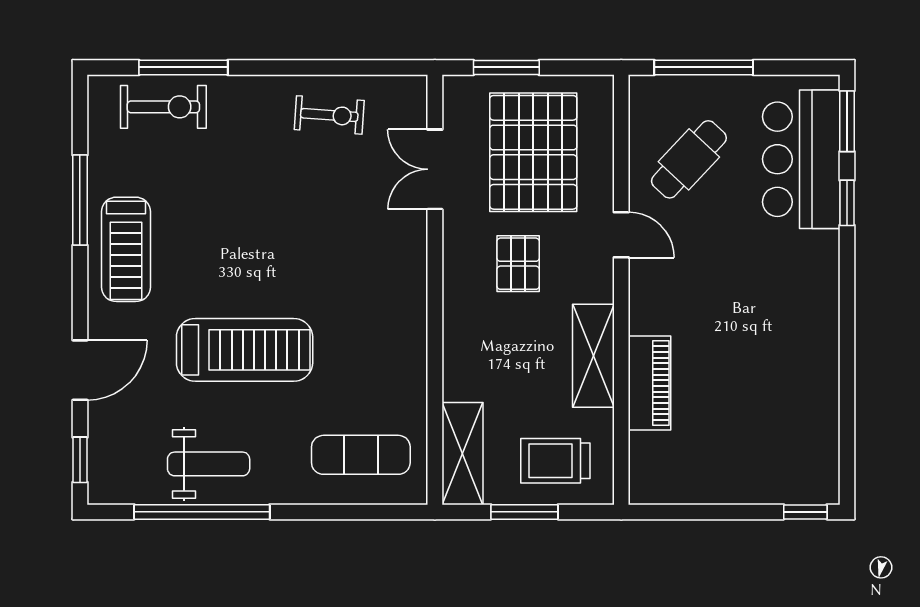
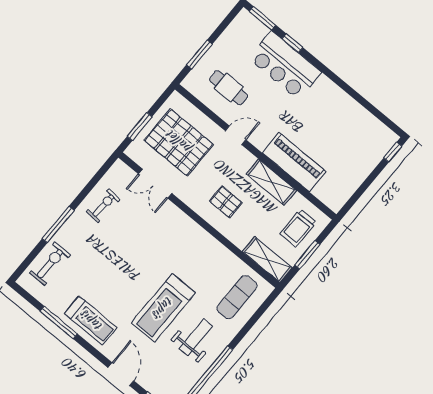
window: (183, 67) -> (58, 225), moved
window: (704, 67) -> (199, 54), width x0.69
cafe table: (689, 159) -> (229, 88), turned -43
bar counter: (801, 159) -> (285, 65), moved
pallet: (518, 264) -> (226, 202), moved
treadmill: (245, 350) -> (163, 308), turned 180
piano: (649, 383) -> (294, 162), width x1.37, depth x1.33
weight bench: (209, 464) -> (196, 337), moved

